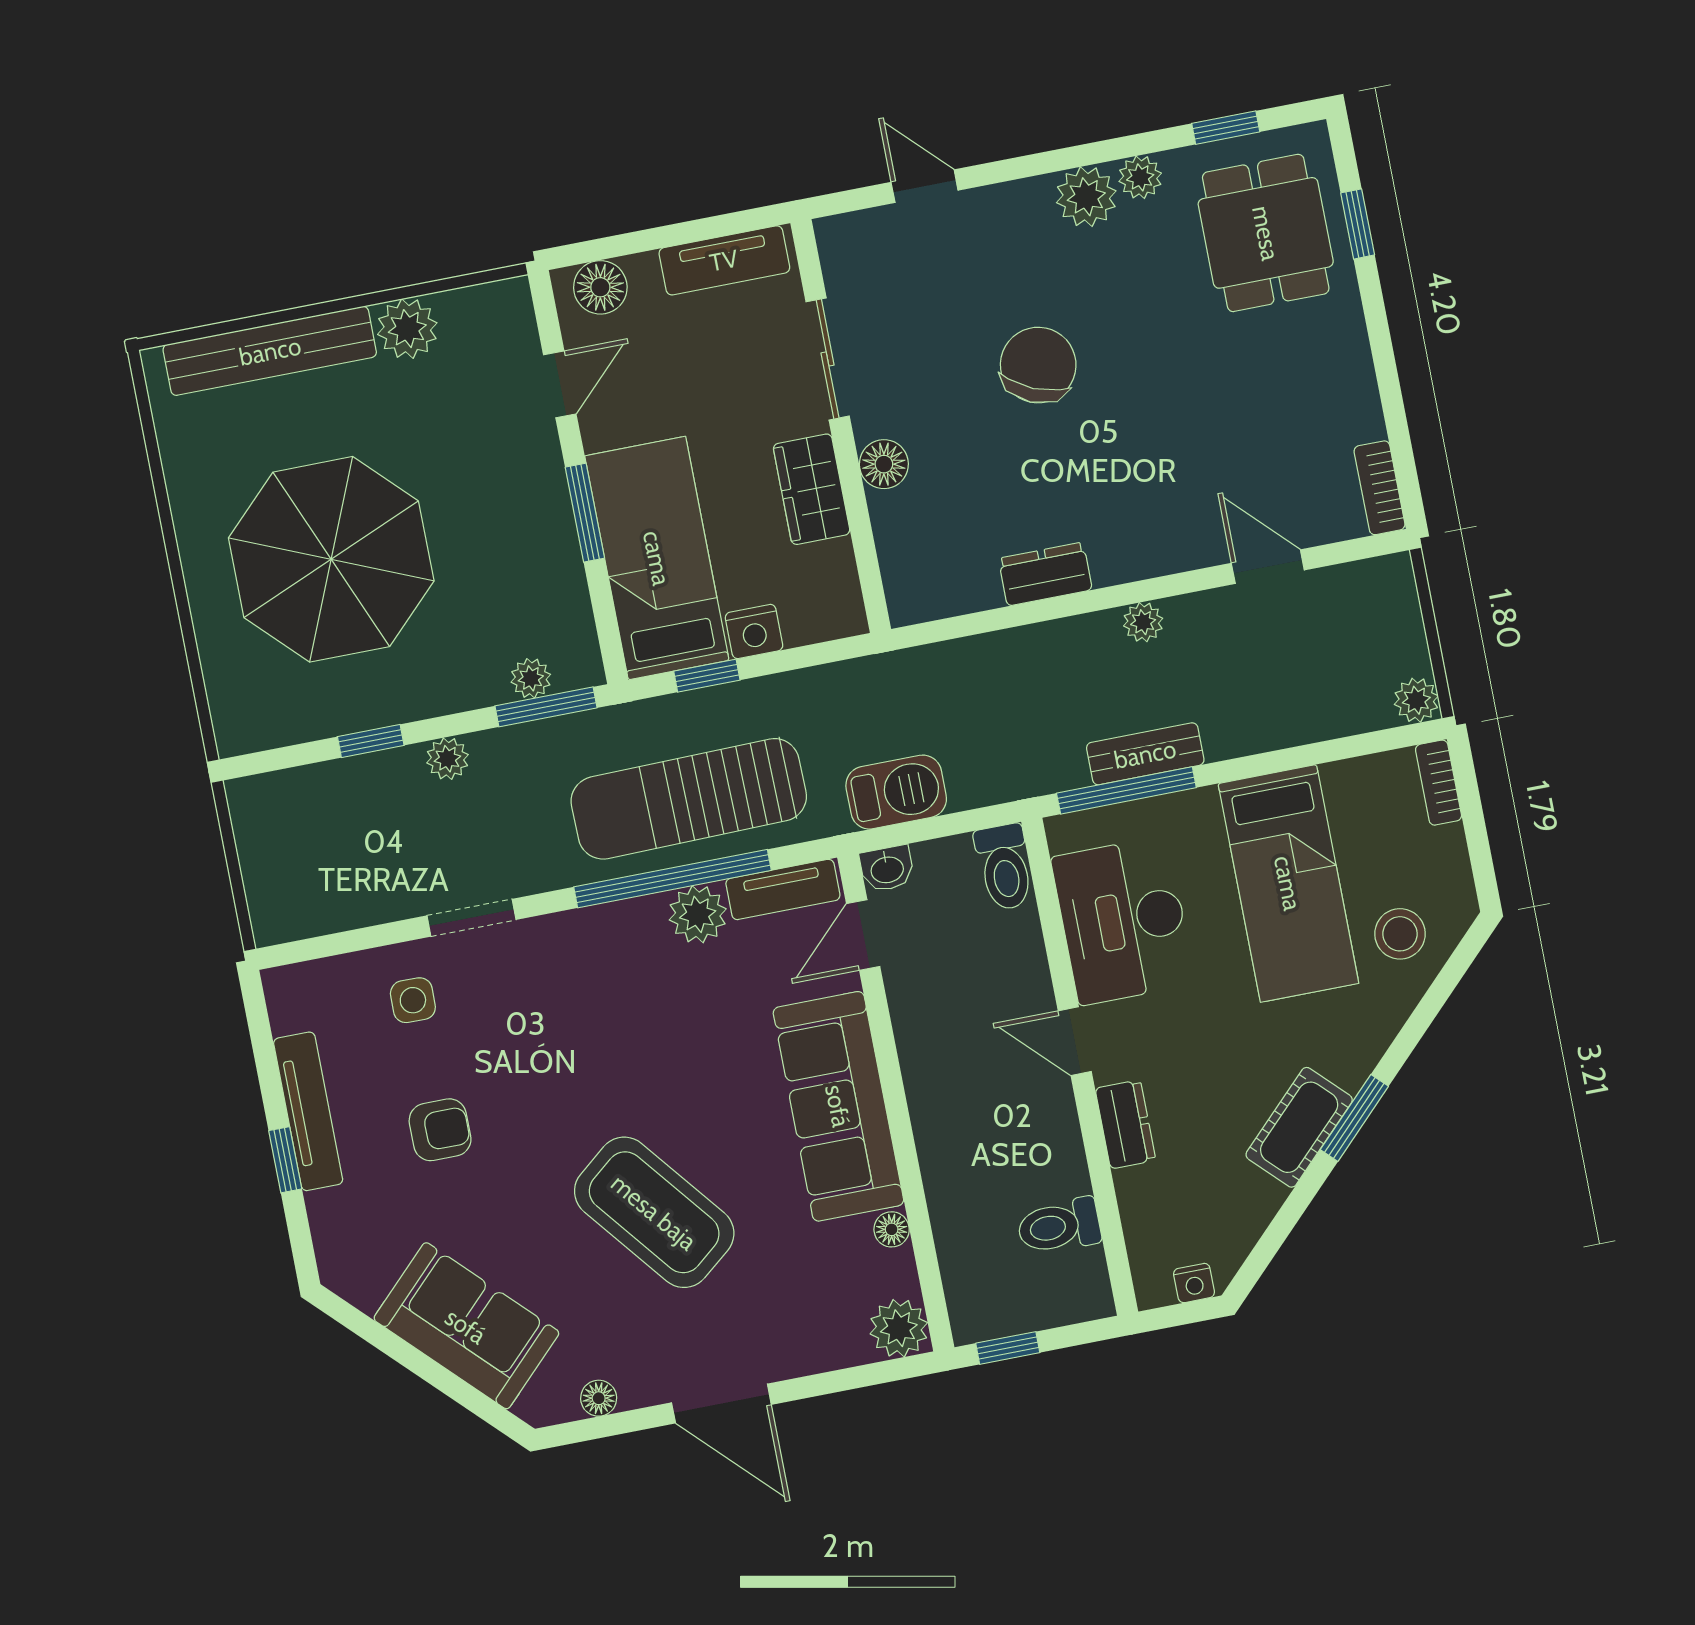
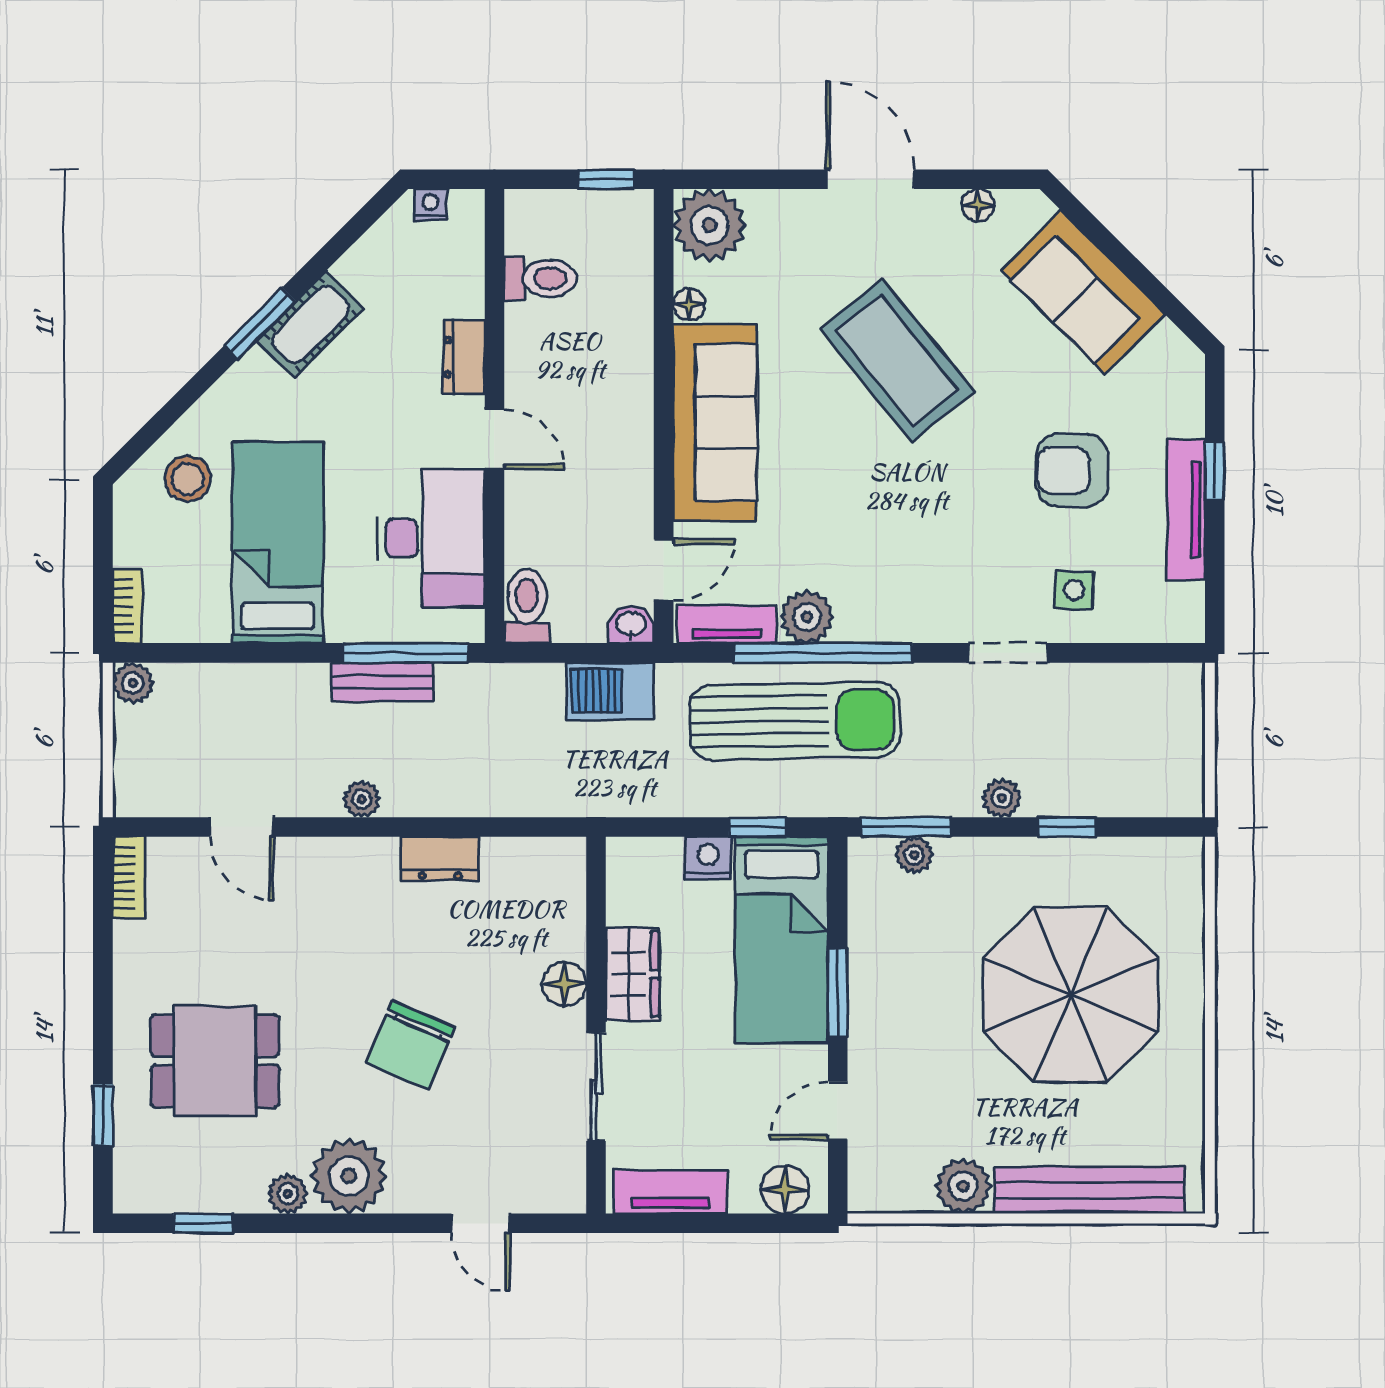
plant: (1086, 197) -> (349, 1176), width x1.36, depth x1.36
dining table: (1266, 233) -> (215, 1061), moved, turned 90
armchair: (440, 1130) -> (1072, 470), width x1.38, depth x1.38
plant: (899, 1328) -> (710, 225), width x1.36, depth x1.36

